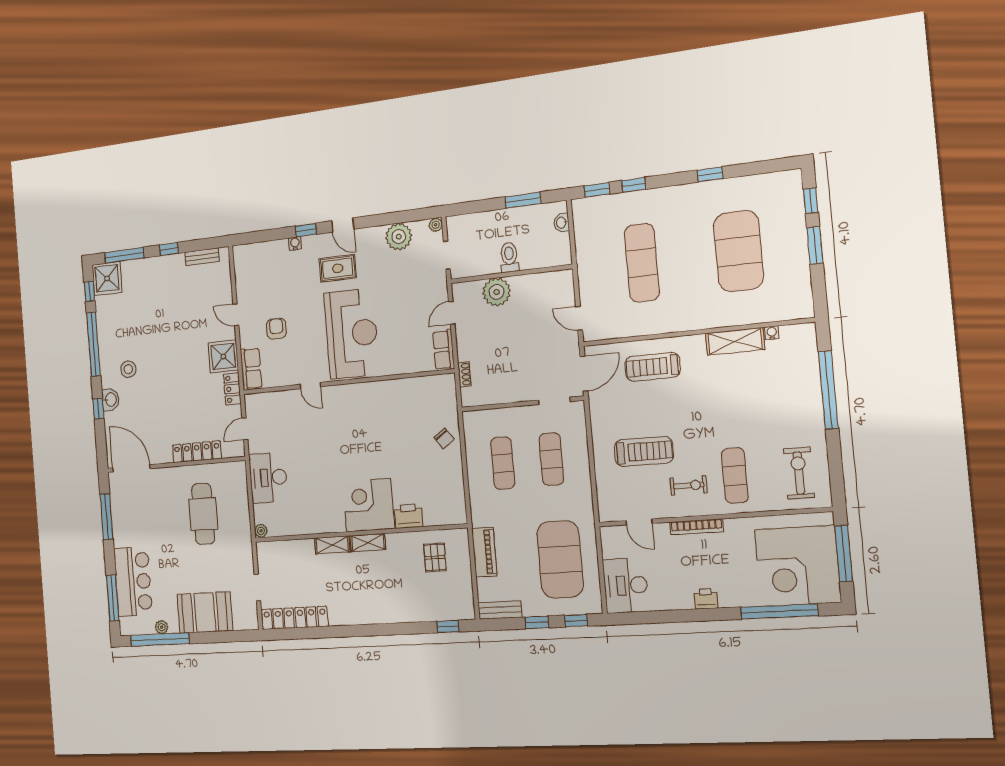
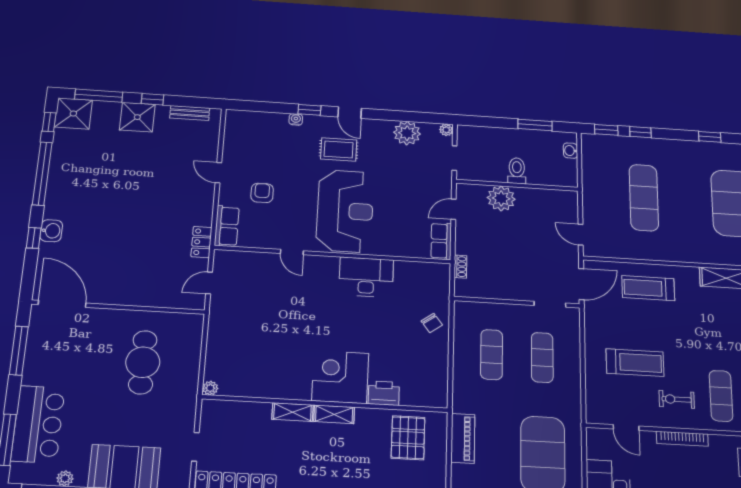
shower: (223, 356) -> (137, 117), moved
stool: (128, 369) -> (80, 204), removed
locker: (197, 452) -> (147, 298), removed
desk: (268, 478) -> (366, 277), moved, turned 90
exercise bike: (689, 485) -> (677, 399), turned 180
pallet: (435, 557) -> (408, 438), width x1.50, depth x1.42

